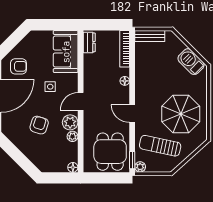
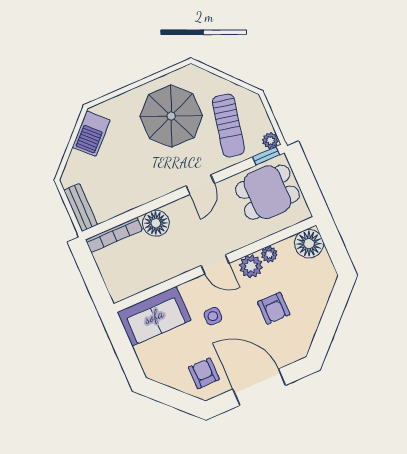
dresser: (89, 42) -> (127, 289), removed
floor lamp: (125, 81) -> (156, 223), width x1.89, depth x1.89
armchair: (39, 125) -> (274, 308), turned -108
floor lamp: (73, 167) -> (309, 244), width x1.89, depth x1.89

